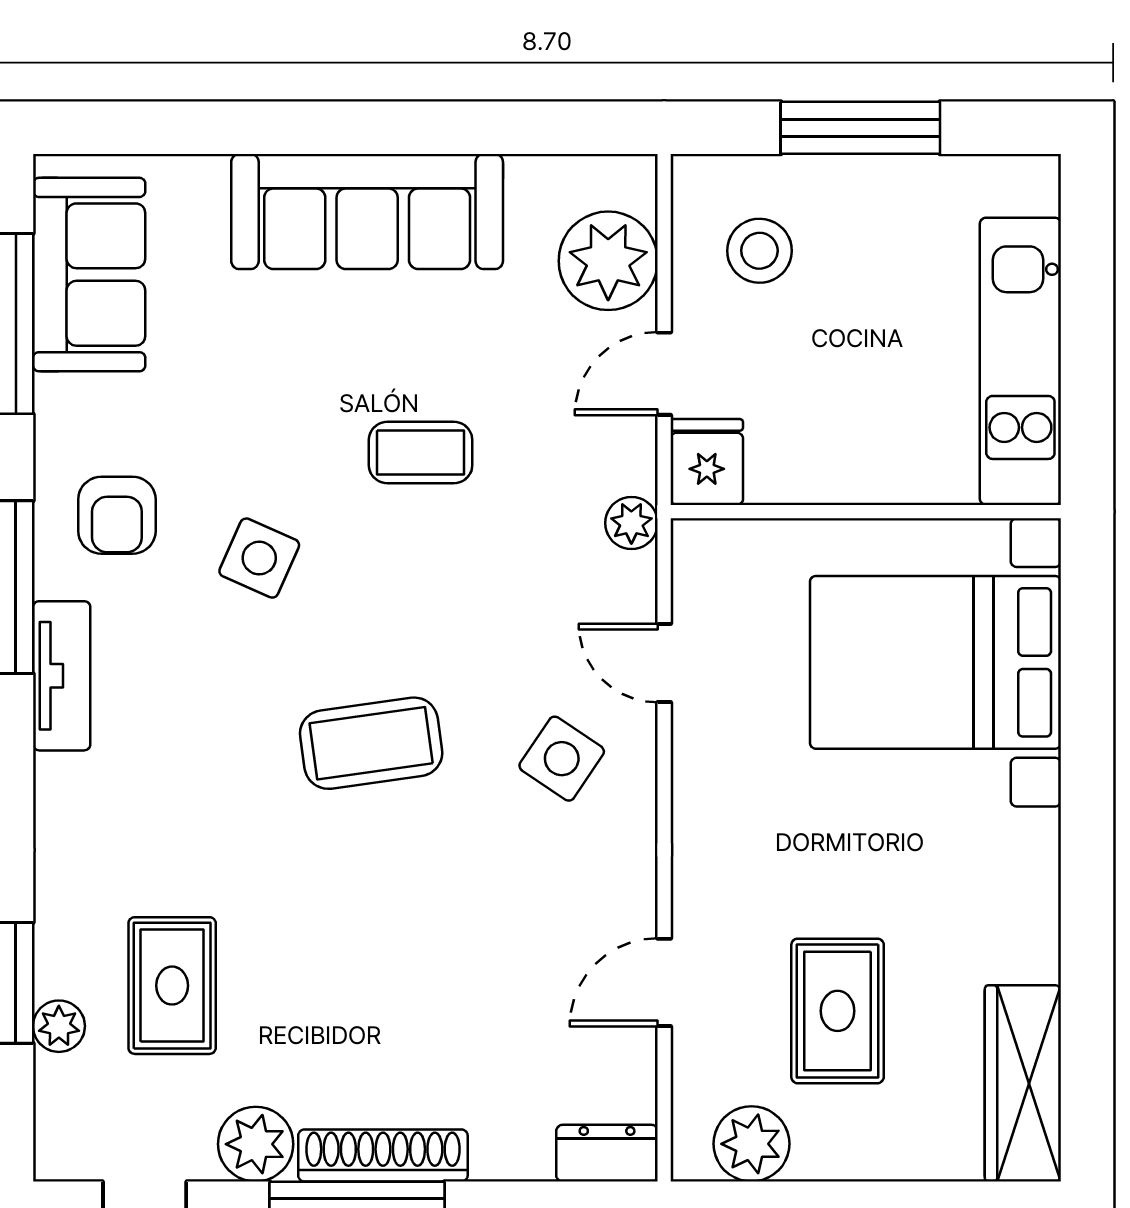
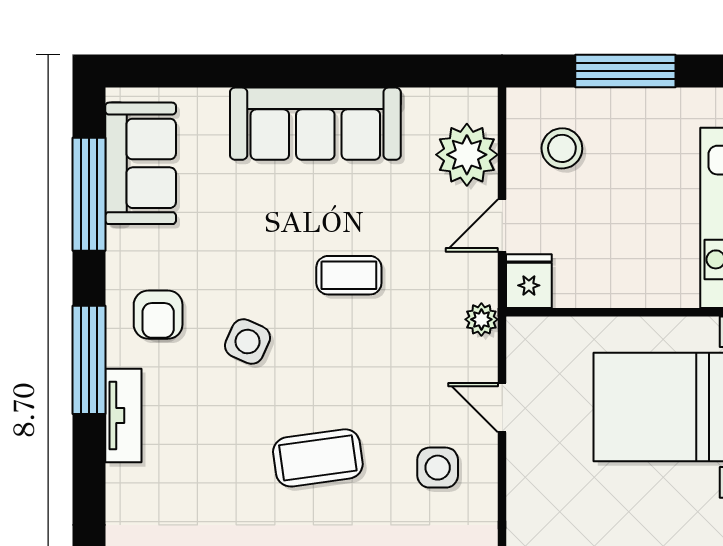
side table: (562, 759) -> (438, 468), turned -34

